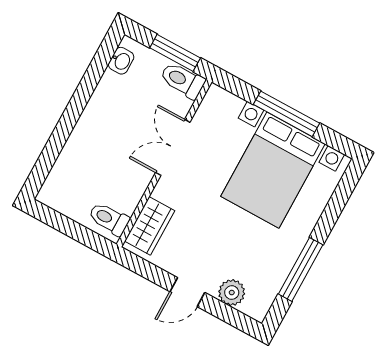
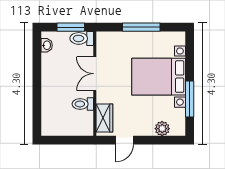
bed with nightstands: (273, 170) -> (159, 77), moved, turned 90
toilet: (109, 219) -> (83, 104), moved
door: (187, 292) -> (125, 140), moved

